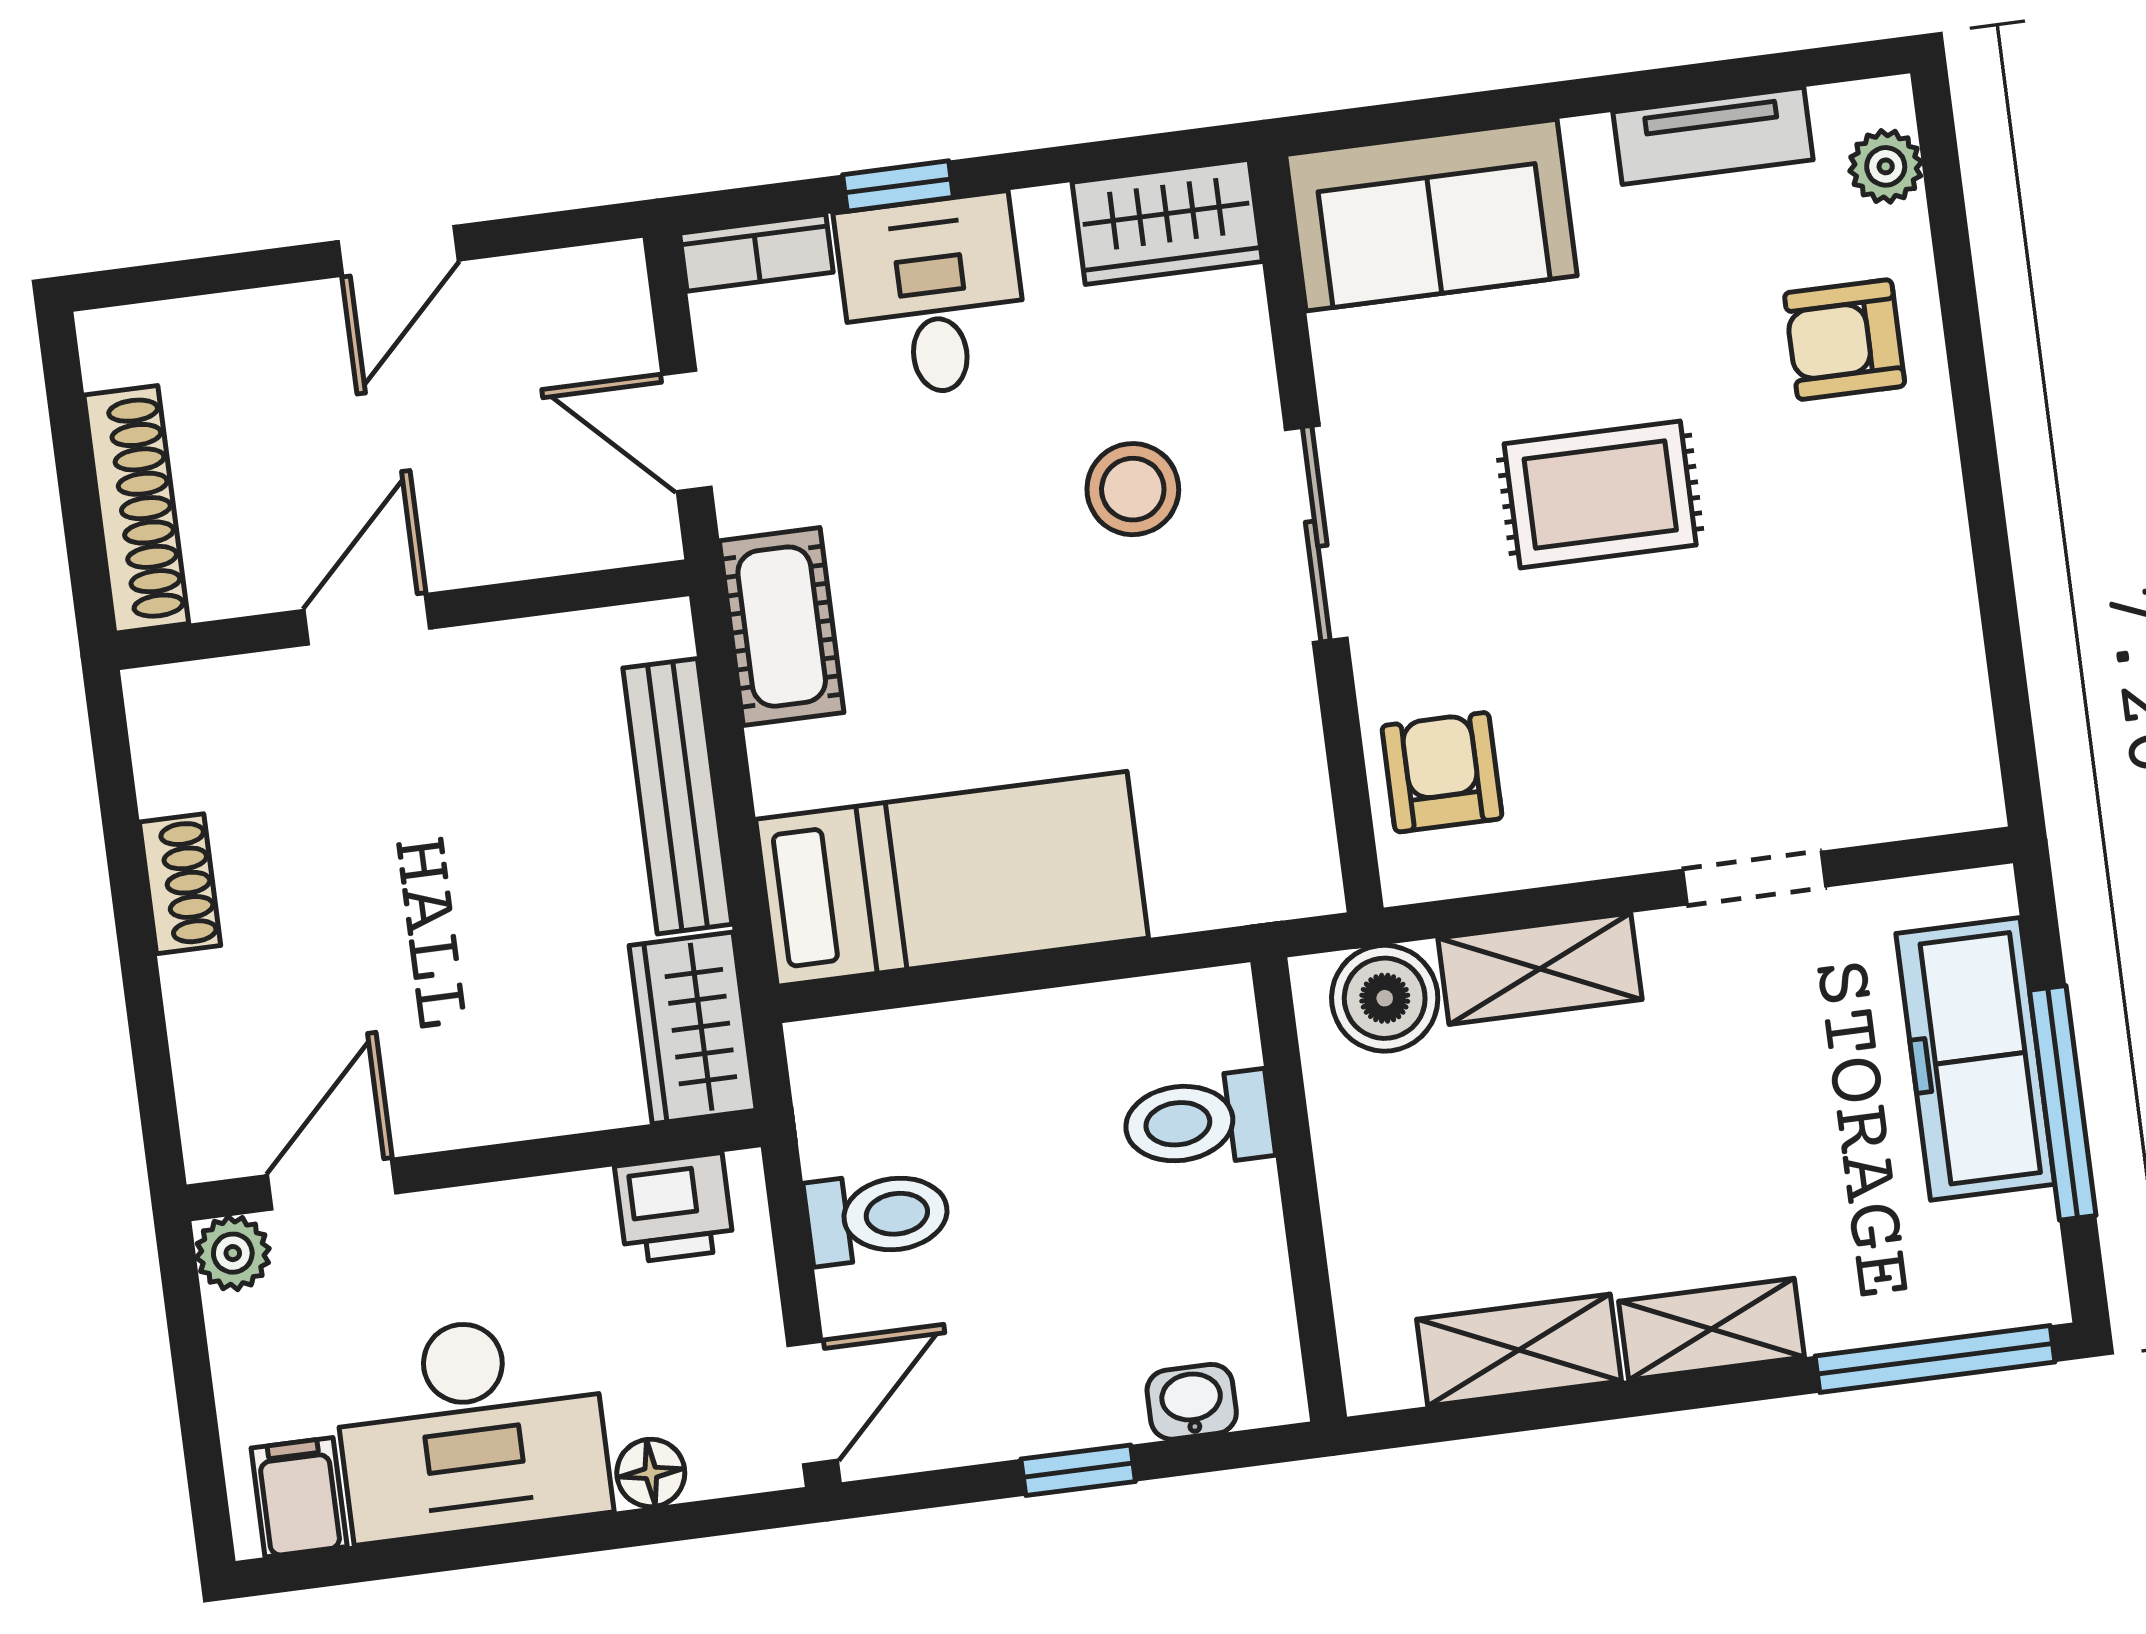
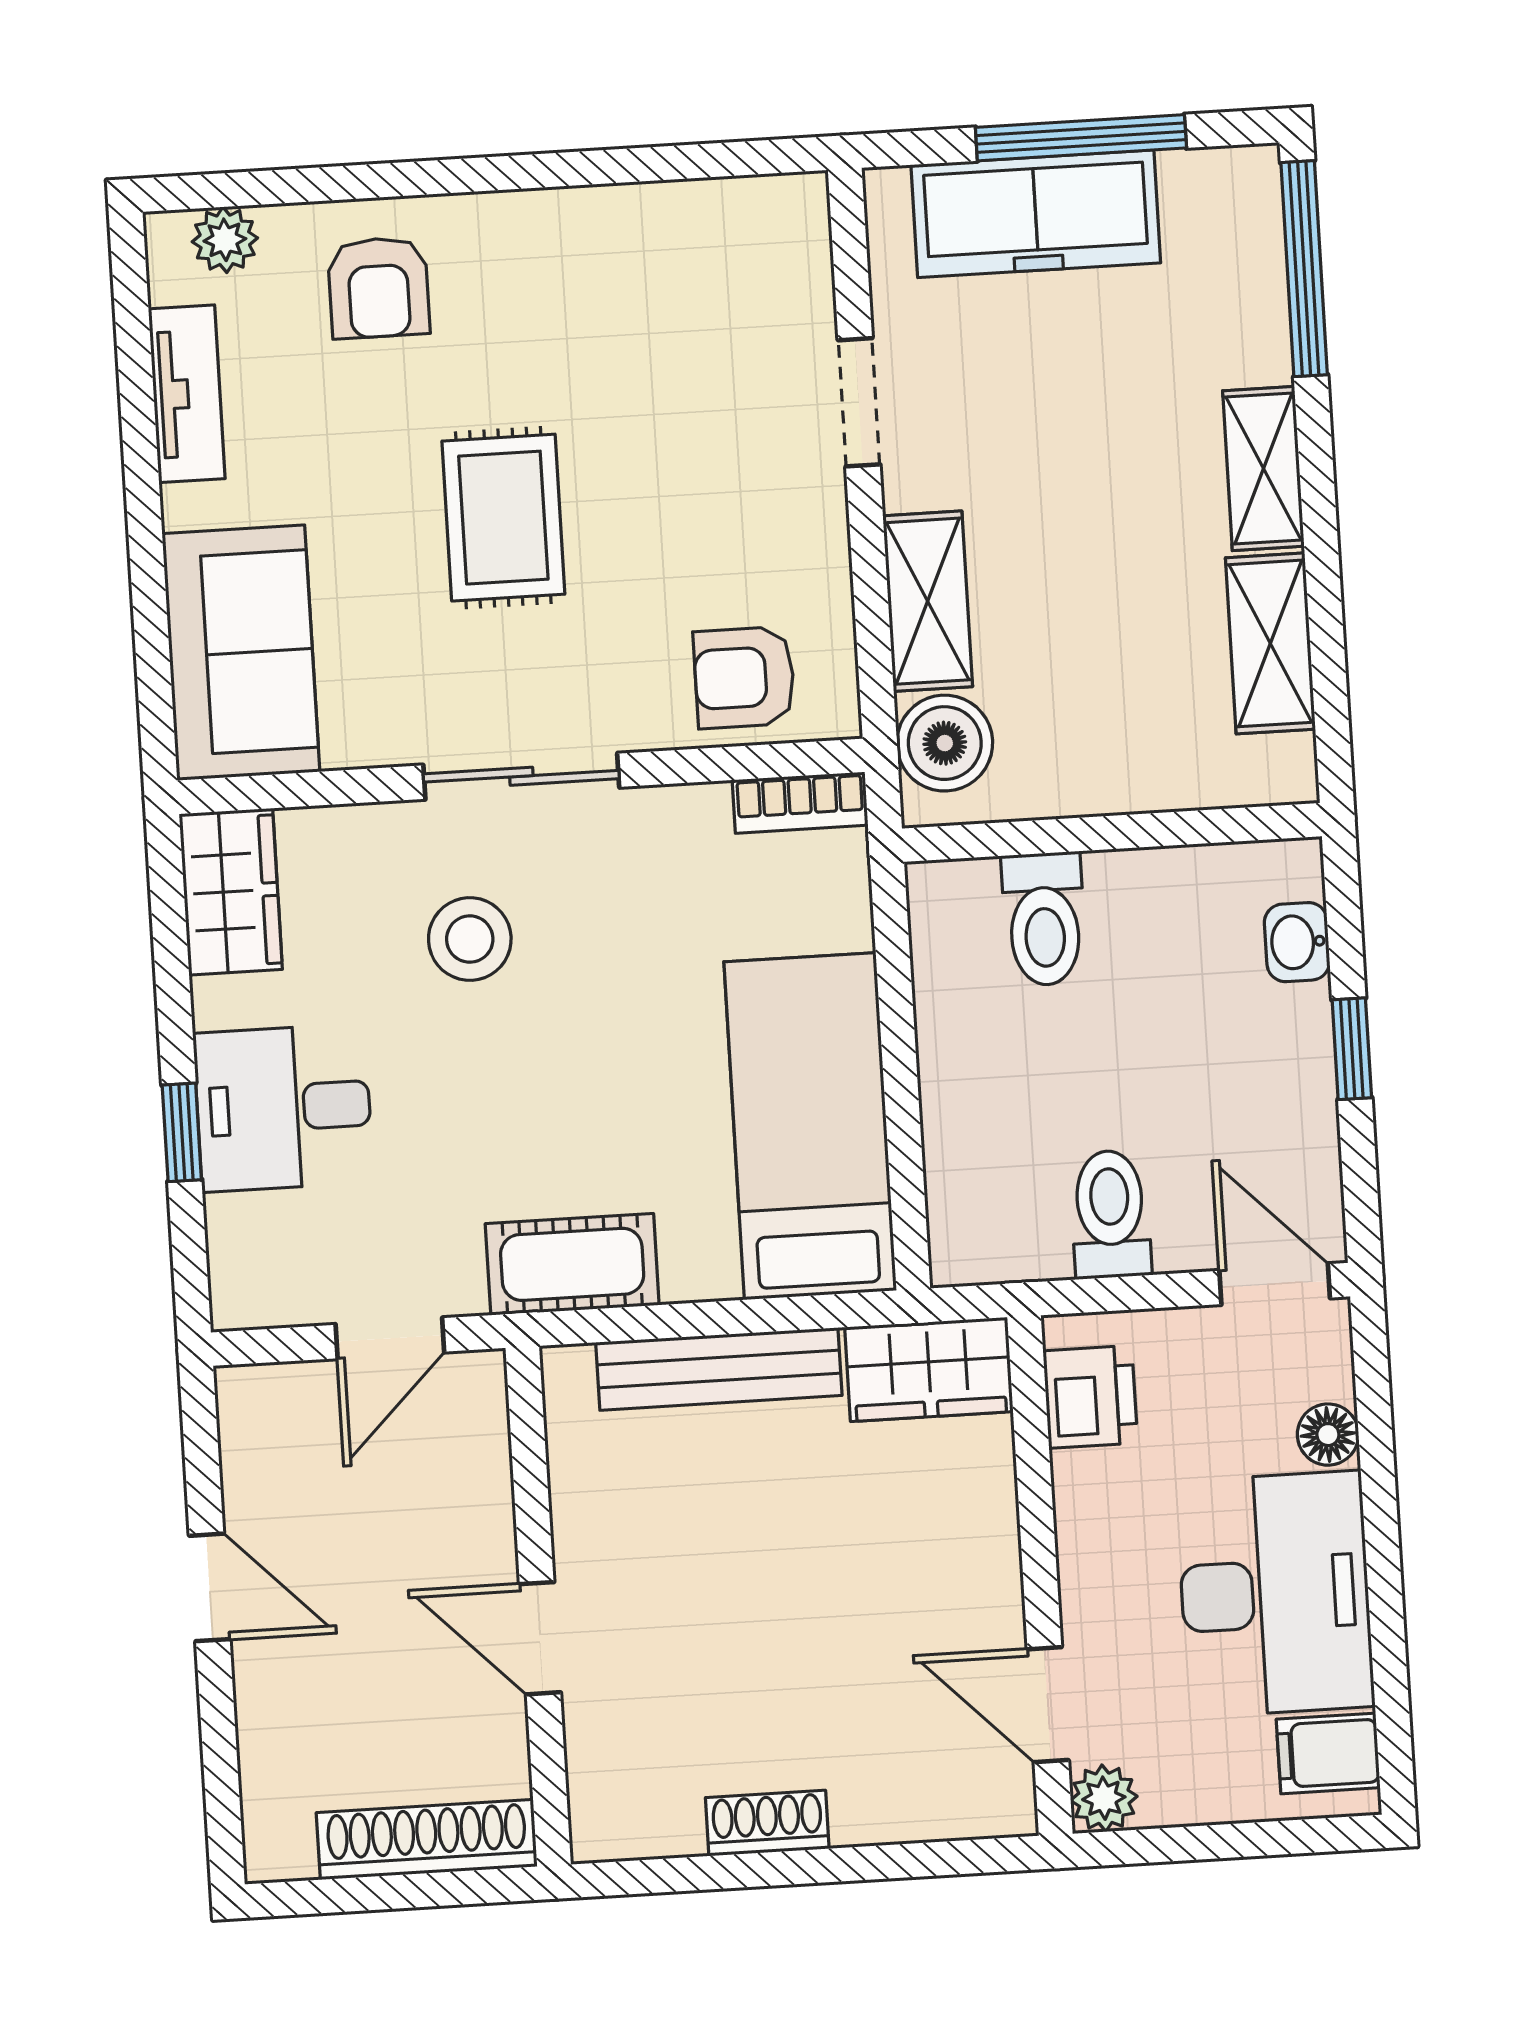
bookcase: (756, 253) -> (800, 803), moved, turned 90

